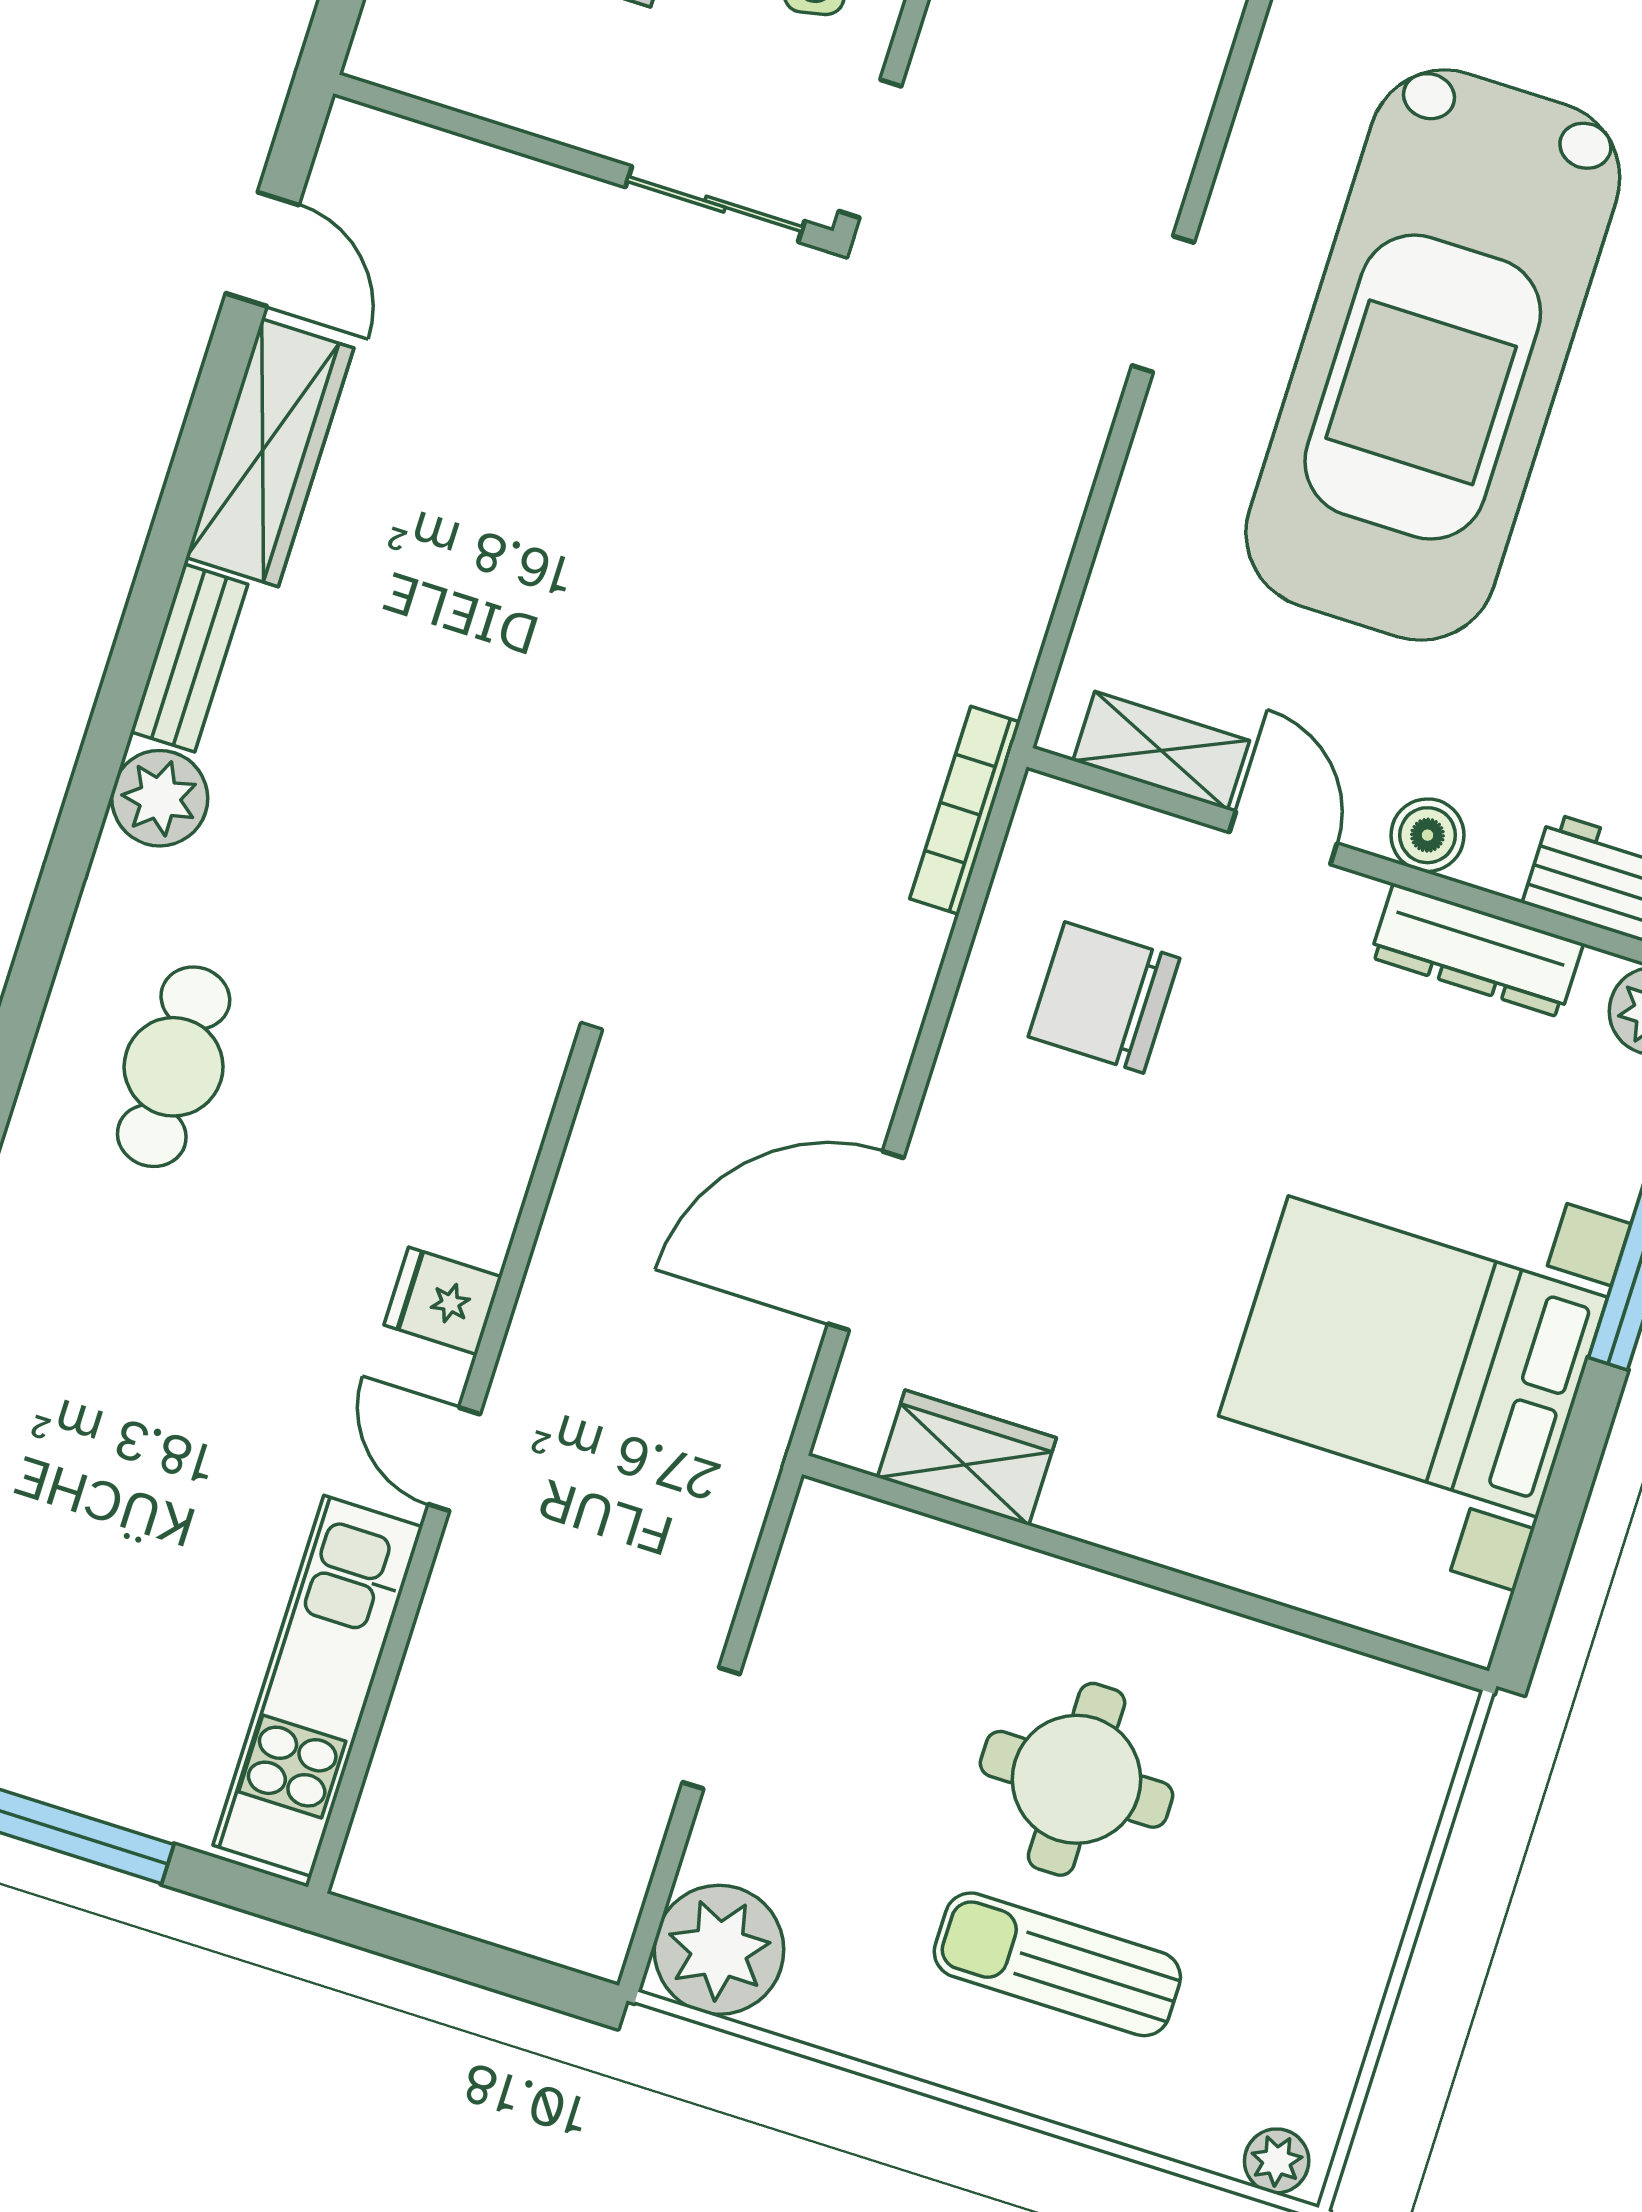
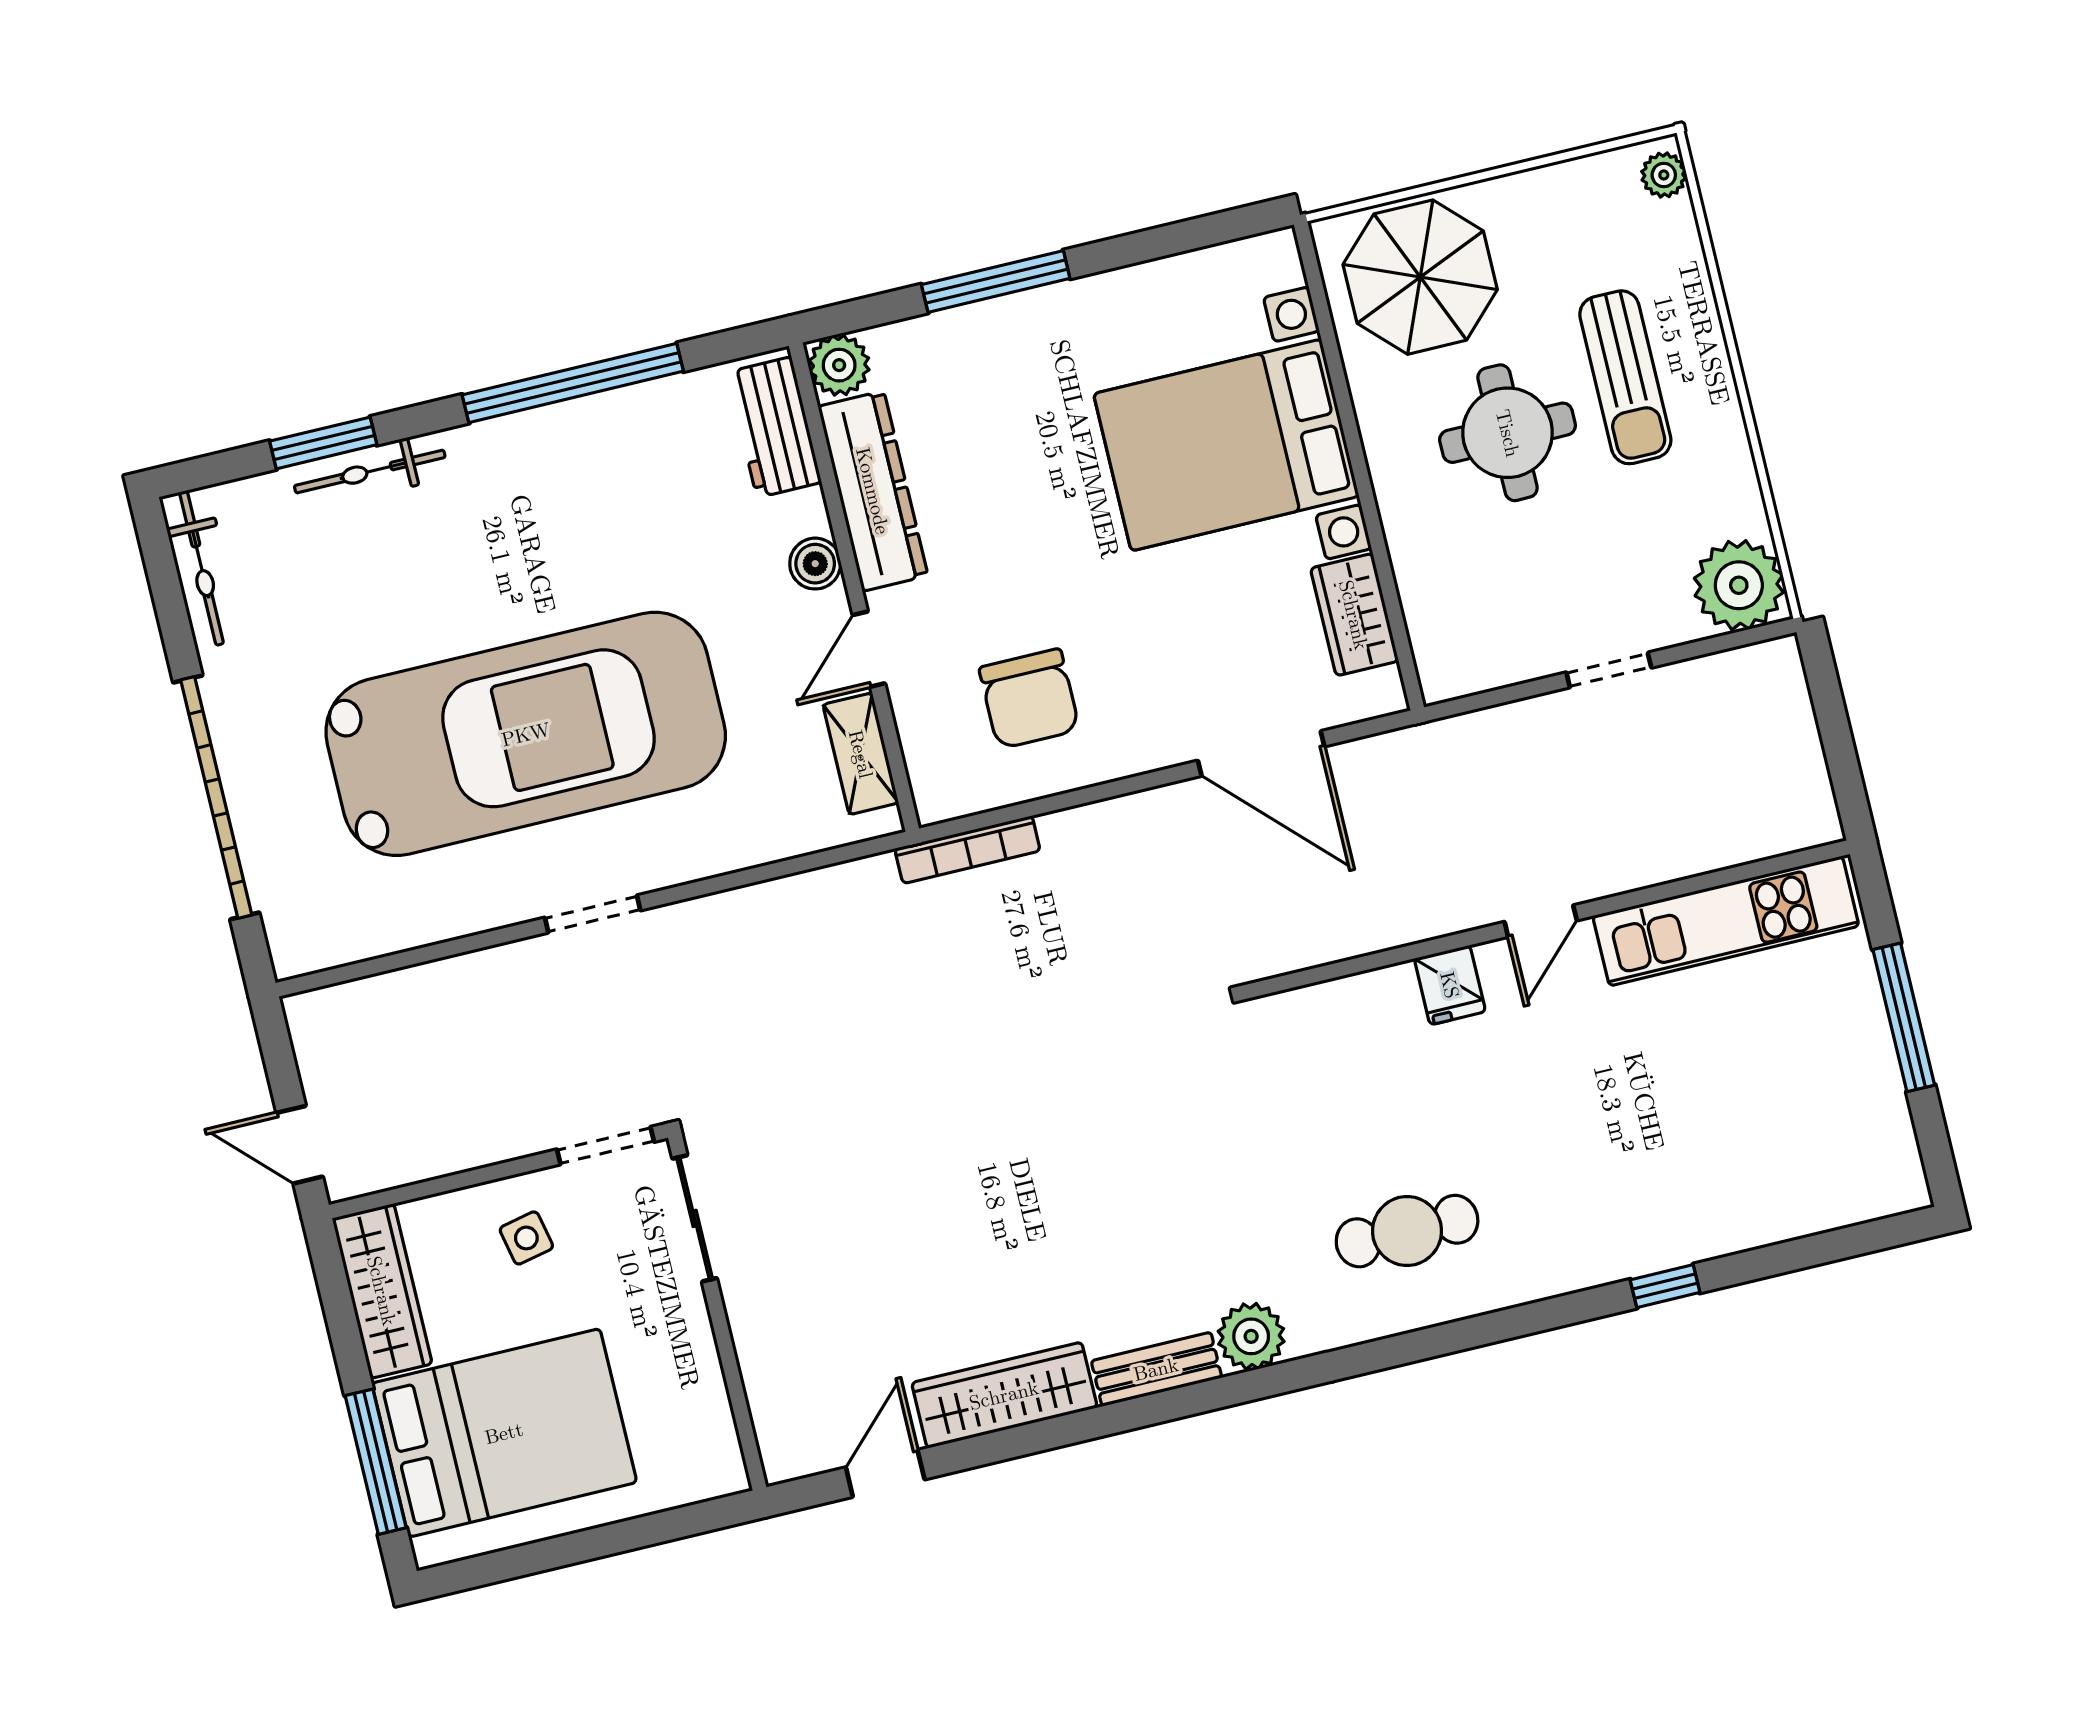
dresser: (1477, 950) -> (873, 491), width x1.37, depth x1.24
bed with nightstands: (1413, 1357) -> (1226, 445), moved, turned 90
parasol: (1331, 1787) -> (1420, 277), added

